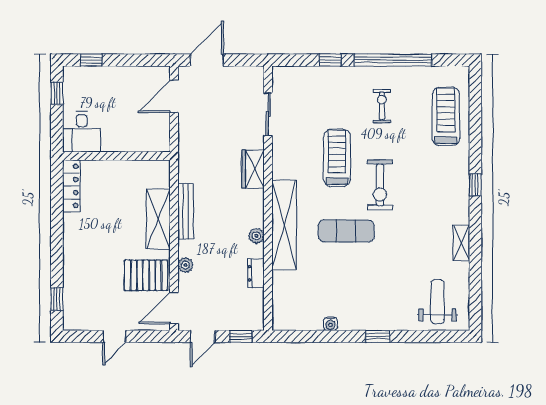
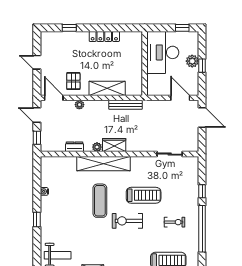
window: (91, 60) -> (202, 66), moved
plant: (113, 76) -> (192, 61), added
desk: (82, 132) -> (163, 52), width x1.87, depth x1.30
wardrobe: (253, 169) -> (114, 145), moved
locker: (71, 186) -> (104, 36), moved
bench: (186, 211) -> (125, 105), moved
pallet: (146, 275) -> (73, 81), width x0.67, depth x0.71
window: (57, 299) -> (69, 28), moved

